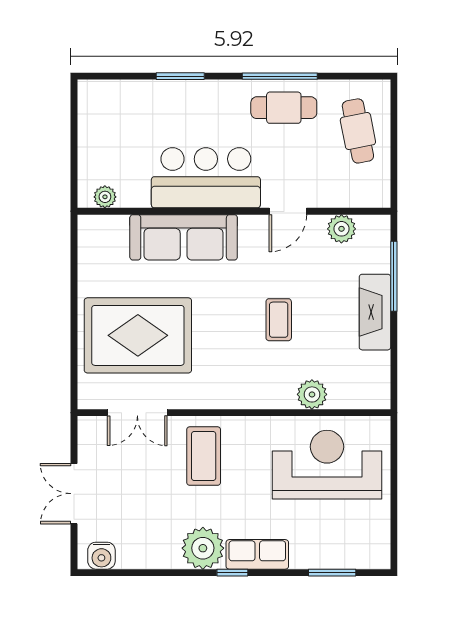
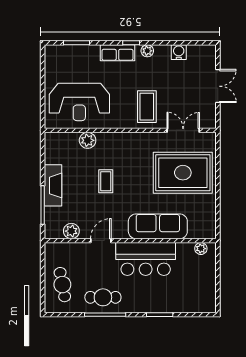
plant: (203, 548) -> (147, 51), width x0.53, depth x0.53
water cooler: (101, 556) -> (179, 52), moved

